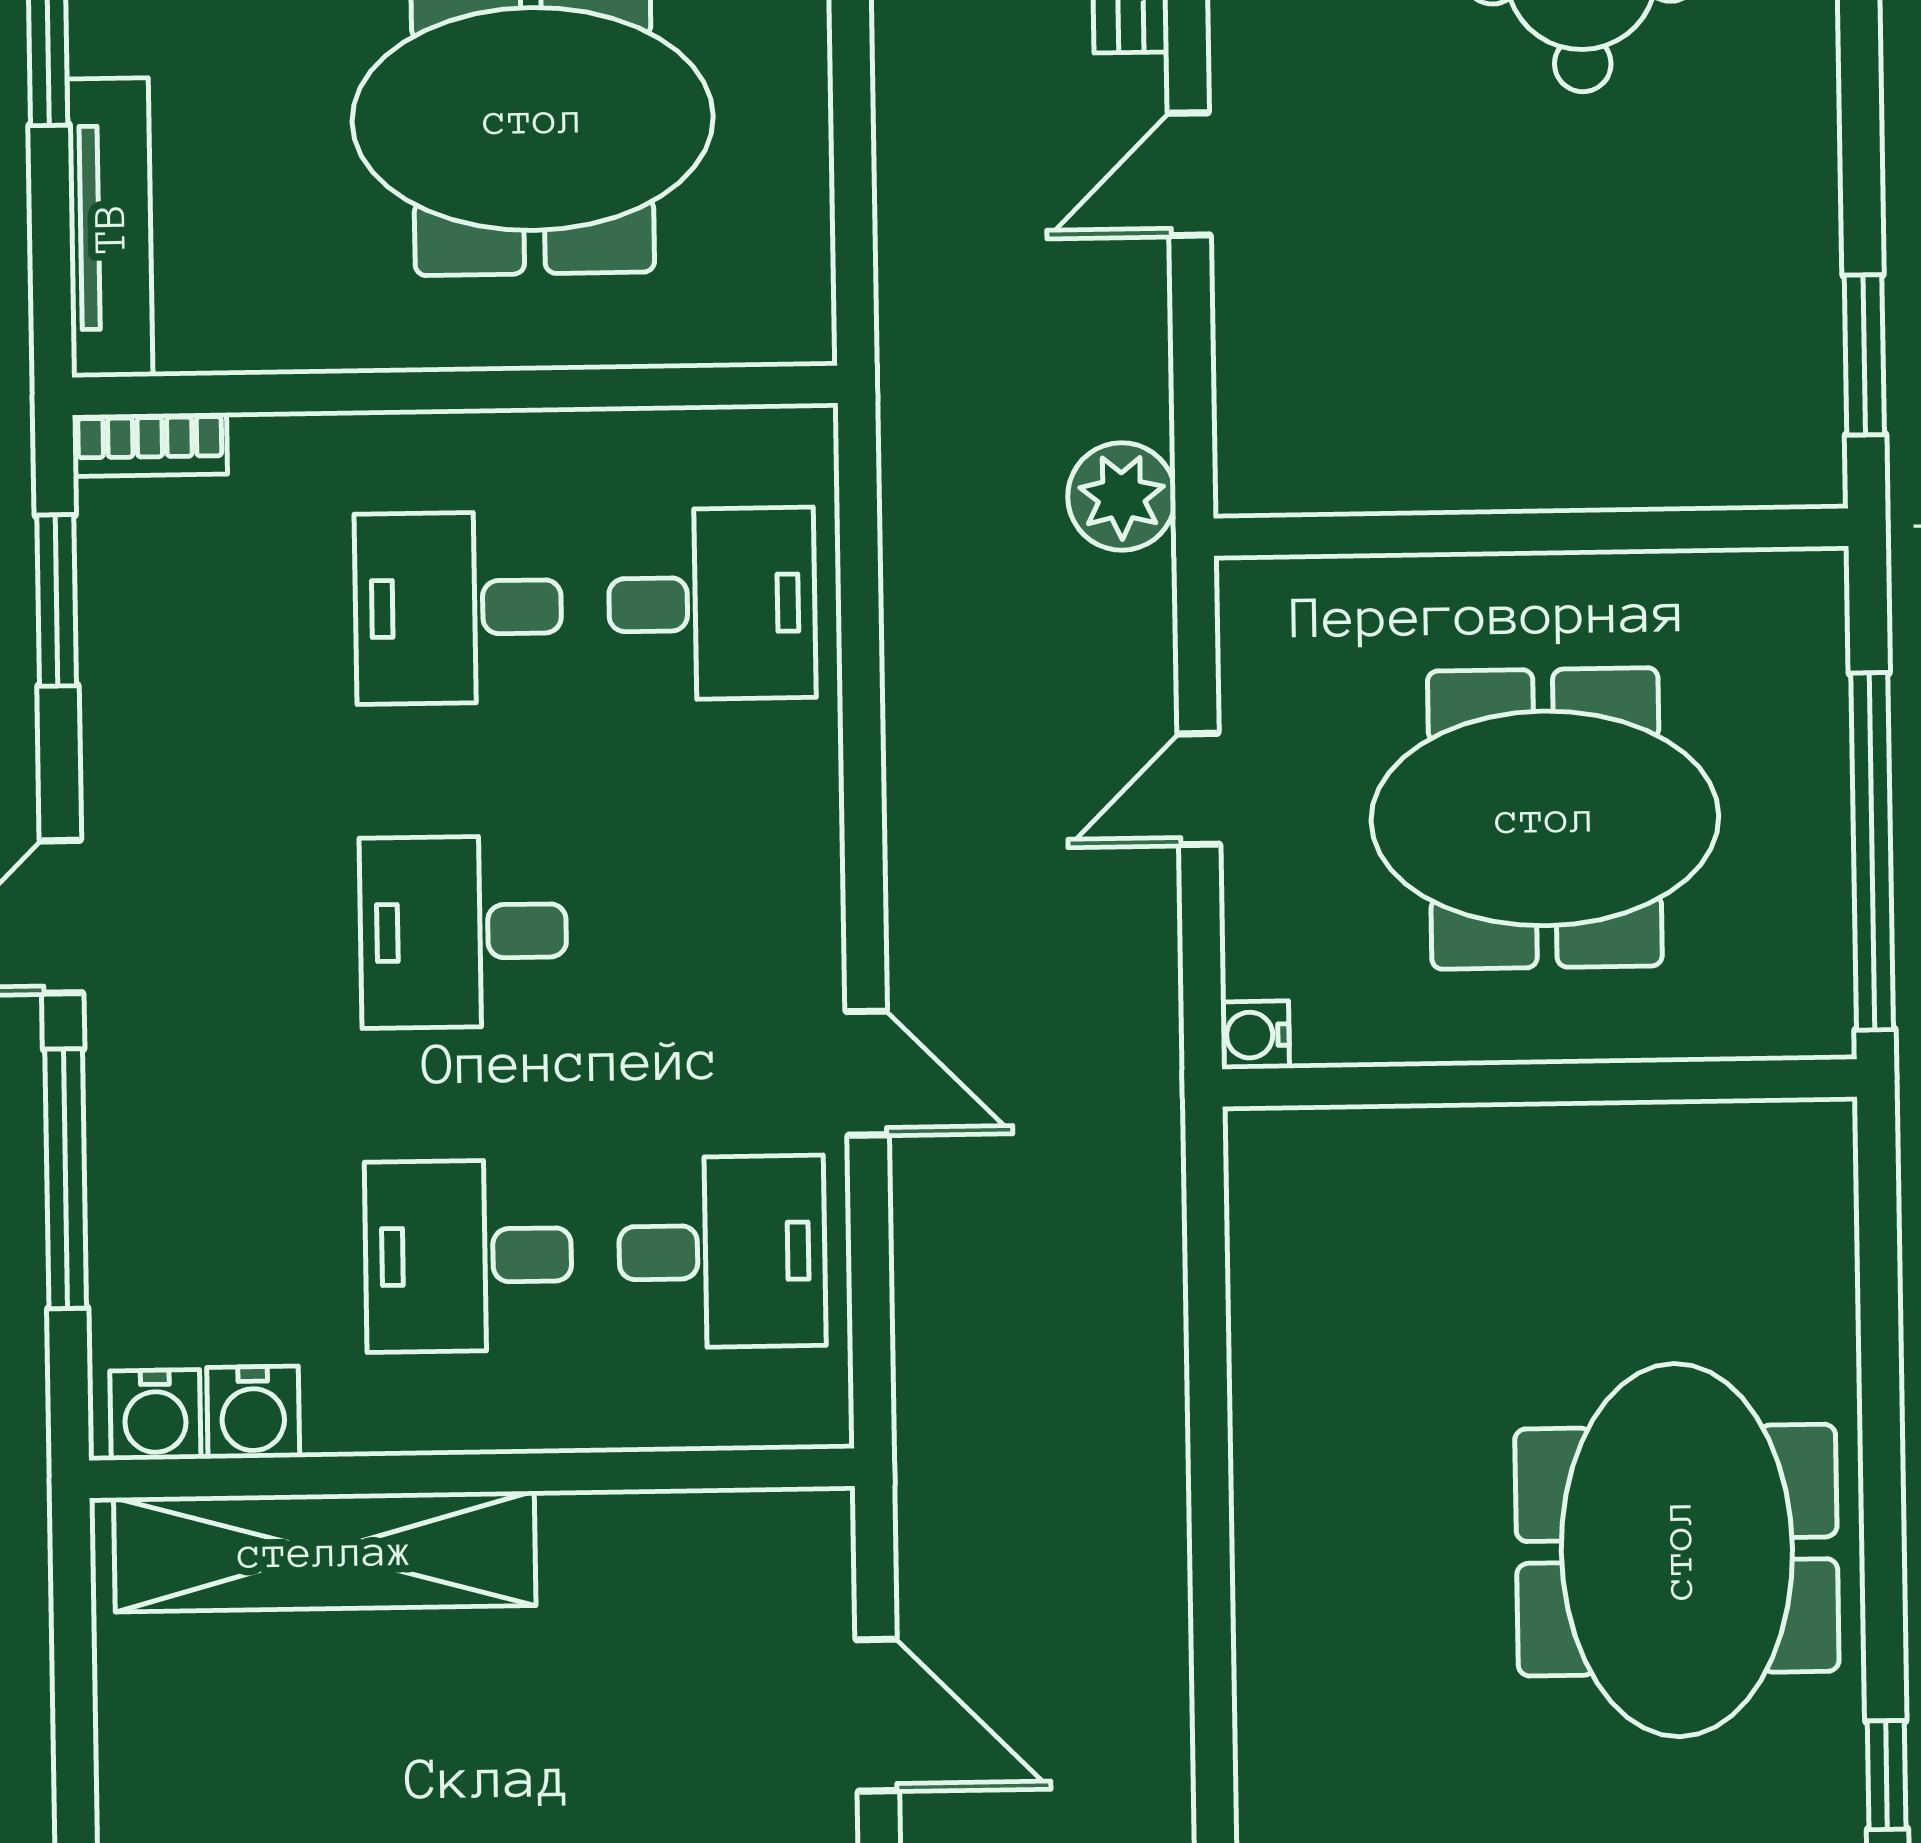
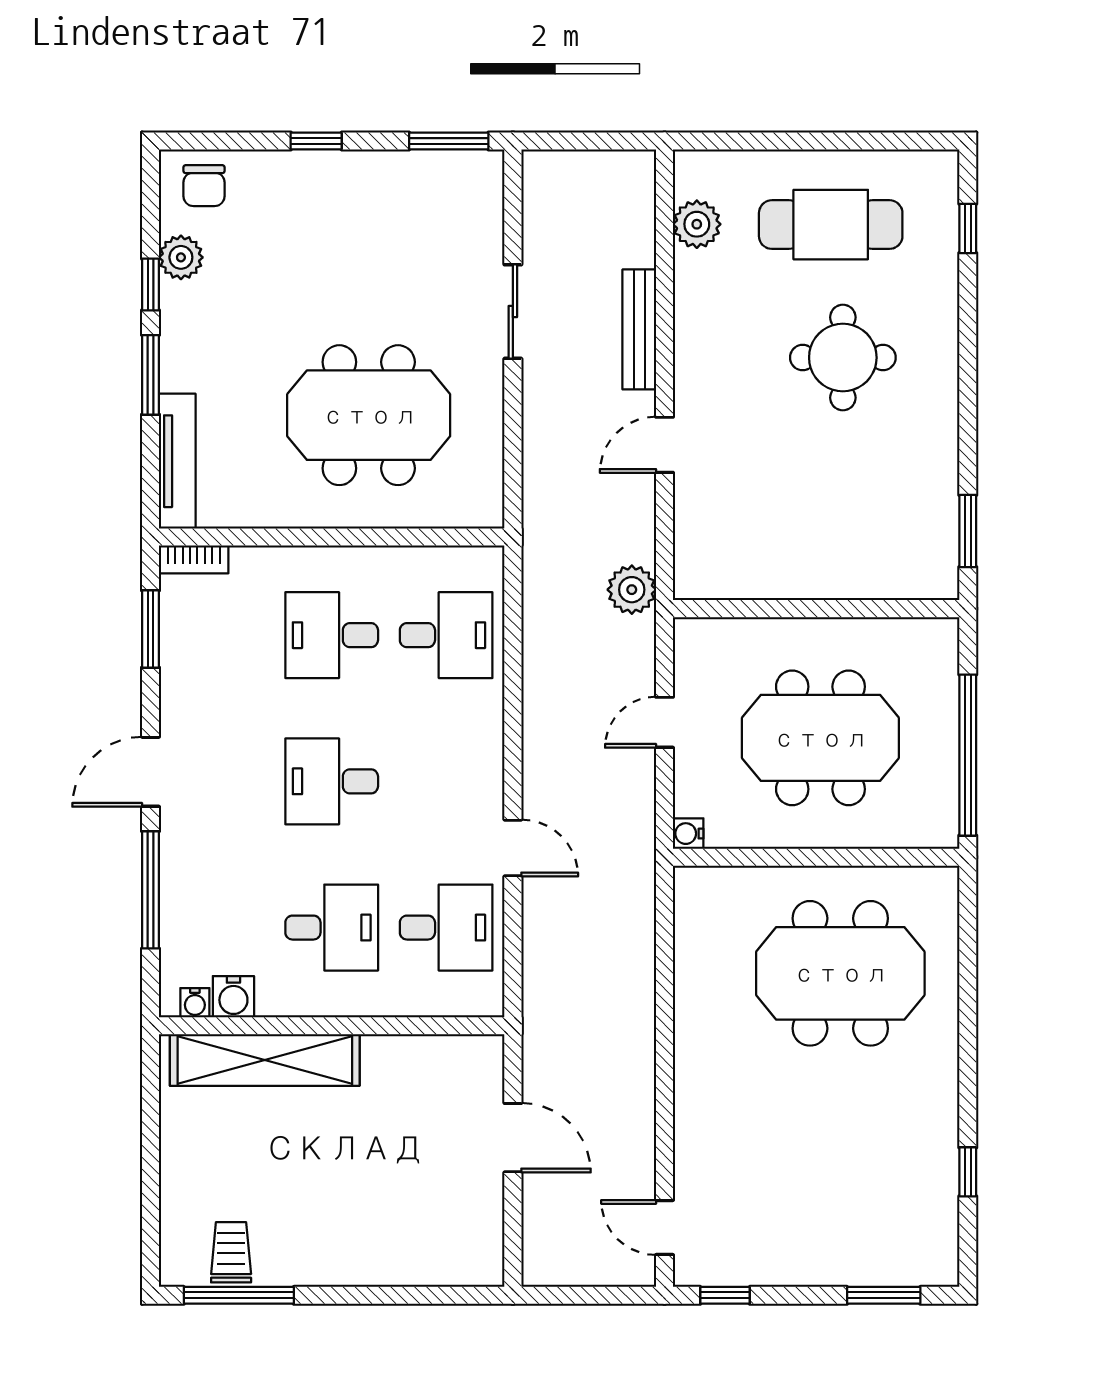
desk: (468, 1256) -> (332, 928), turned 180
water cooler: (155, 1415) -> (195, 1003), width x0.72, depth x0.72
meeting table: (1677, 1550) -> (840, 973), moved, turned 90

